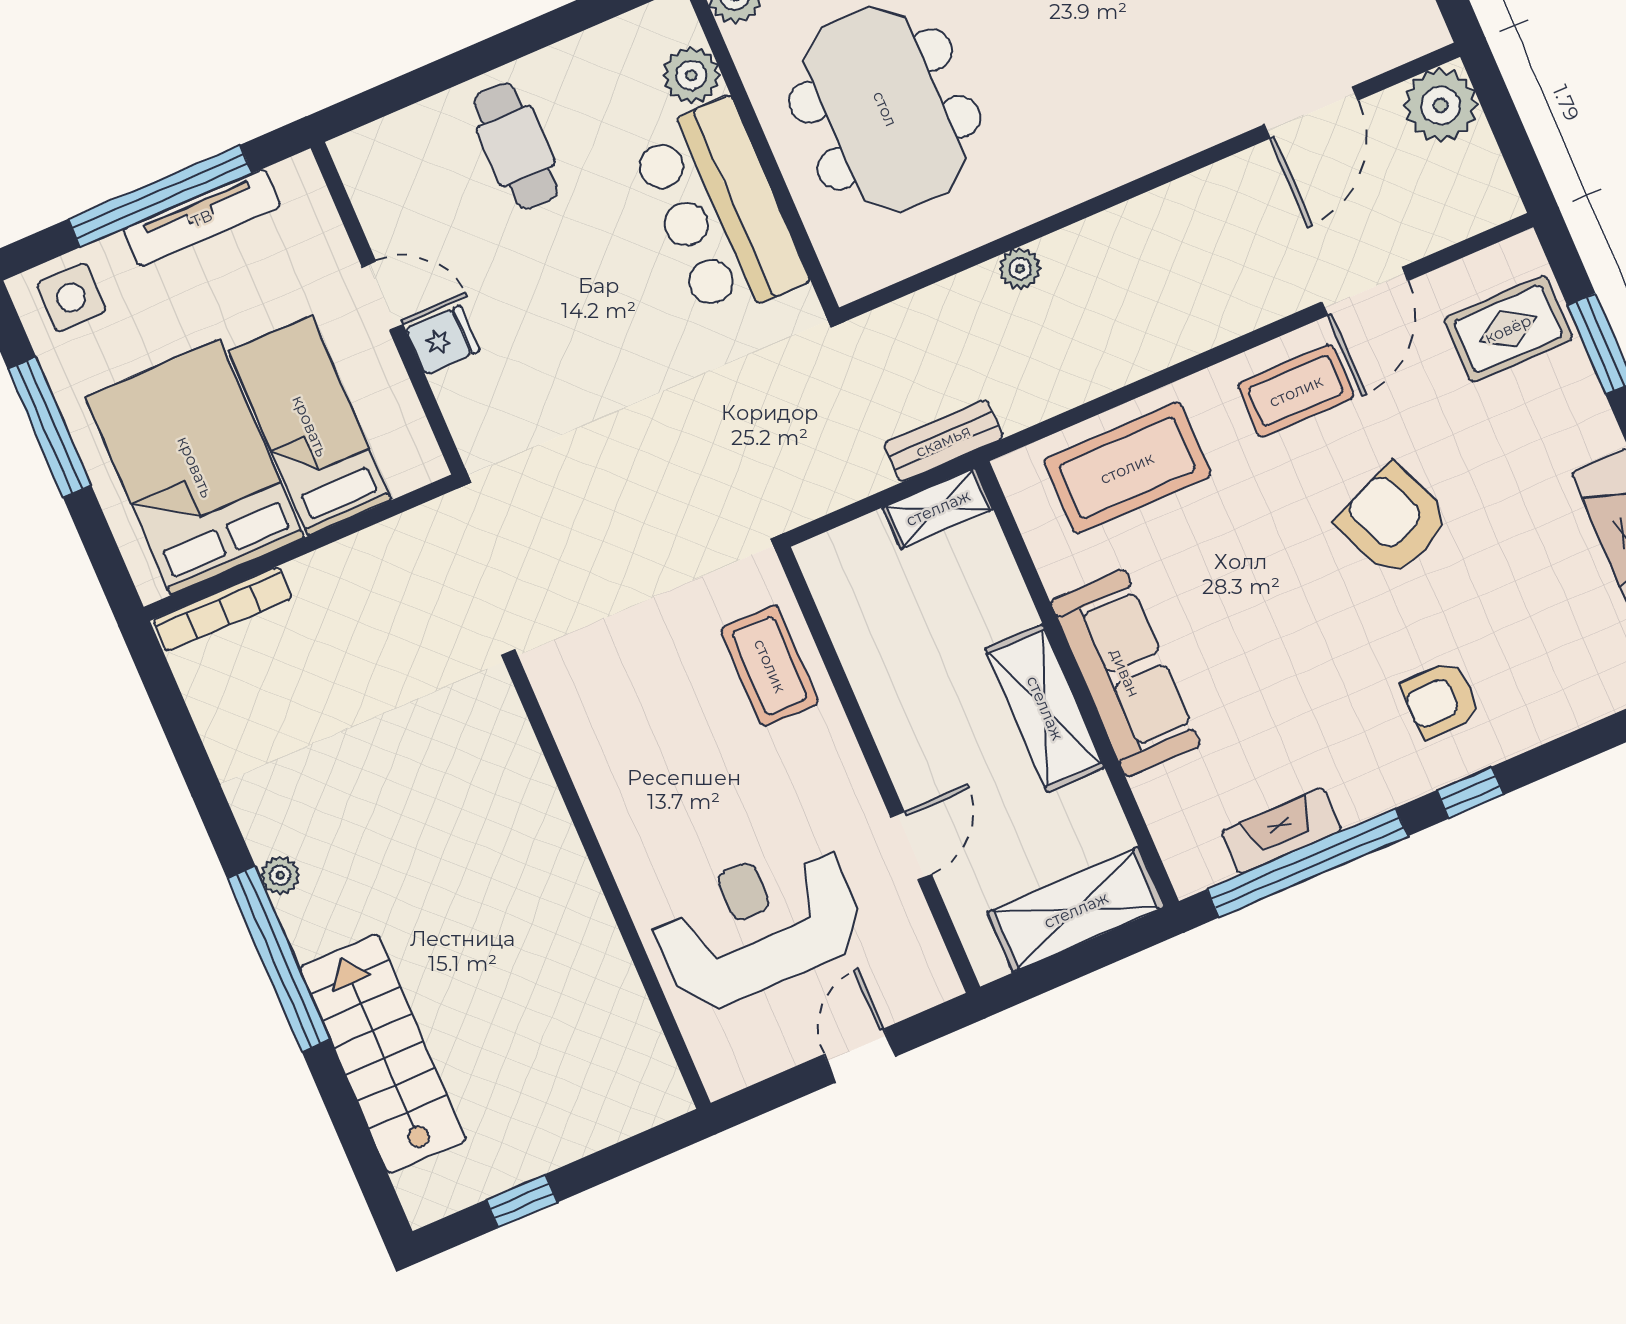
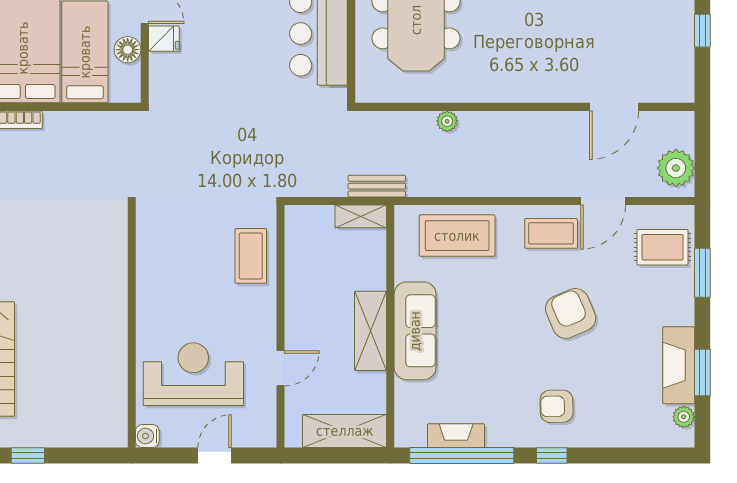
plant: (1441, 105) -> (676, 168), moved
floor lamp: (386, 388) -> (128, 50), added
water cooler: (723, 1072) -> (147, 436), added

